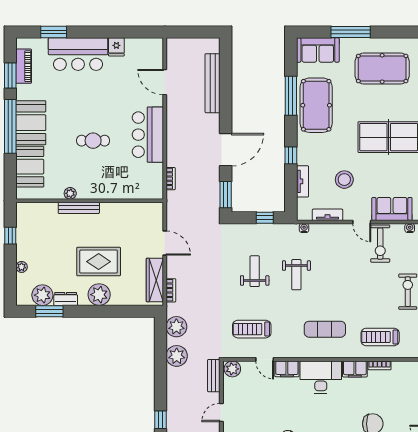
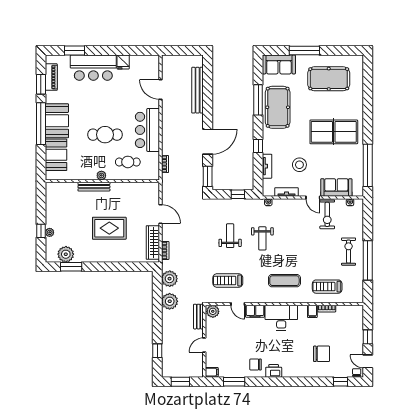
cafe table: (93, 141) -> (105, 135), width x1.37, depth x1.35
cafe table: (123, 176) -> (128, 162), added
plant: (70, 193) -> (101, 175), moved
window: (10, 236) -> (41, 231), moved
plant: (99, 295) -> (110, 254), removed
dresser: (66, 299) -> (84, 257), removed
filing cabinet: (355, 369) -> (312, 311), width x0.50

